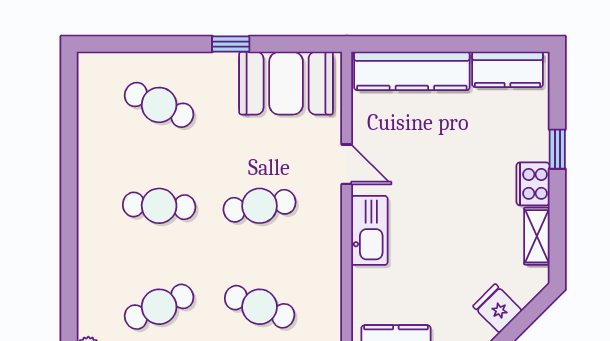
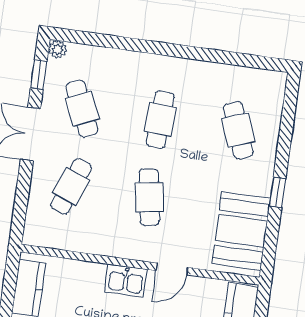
cafe table: (159, 105) -> (238, 130), turned -45
kitchen sink: (369, 230) -> (126, 281), width x0.73

